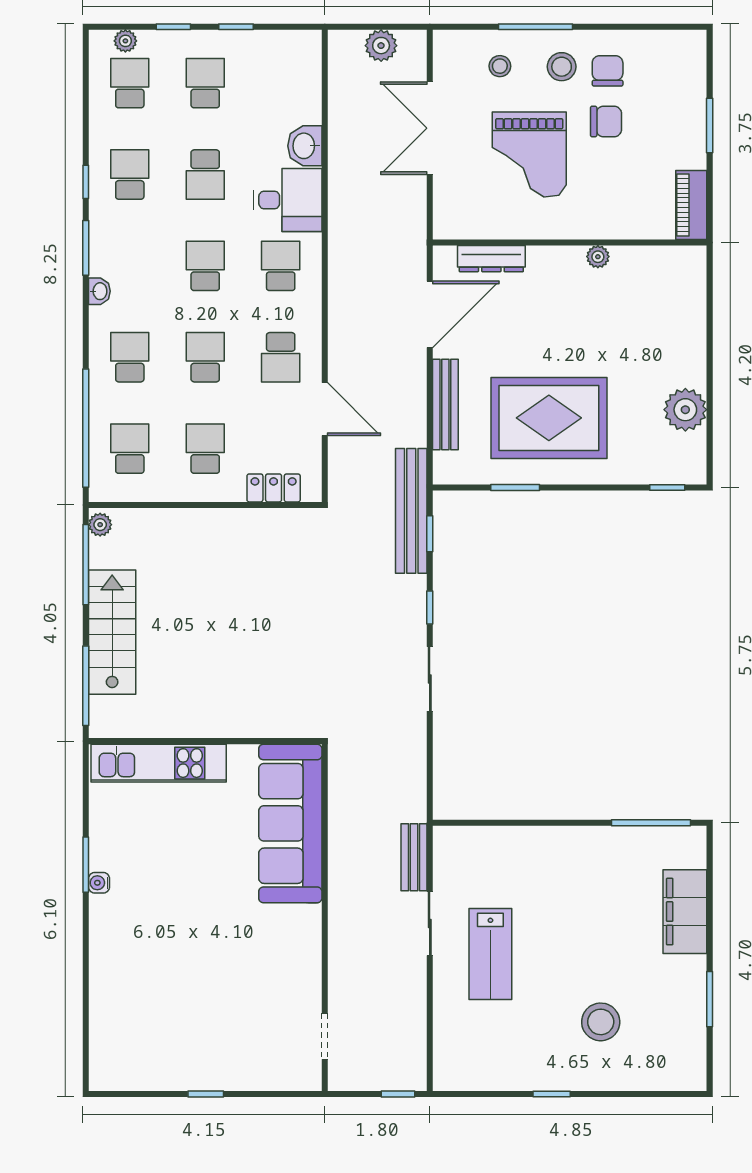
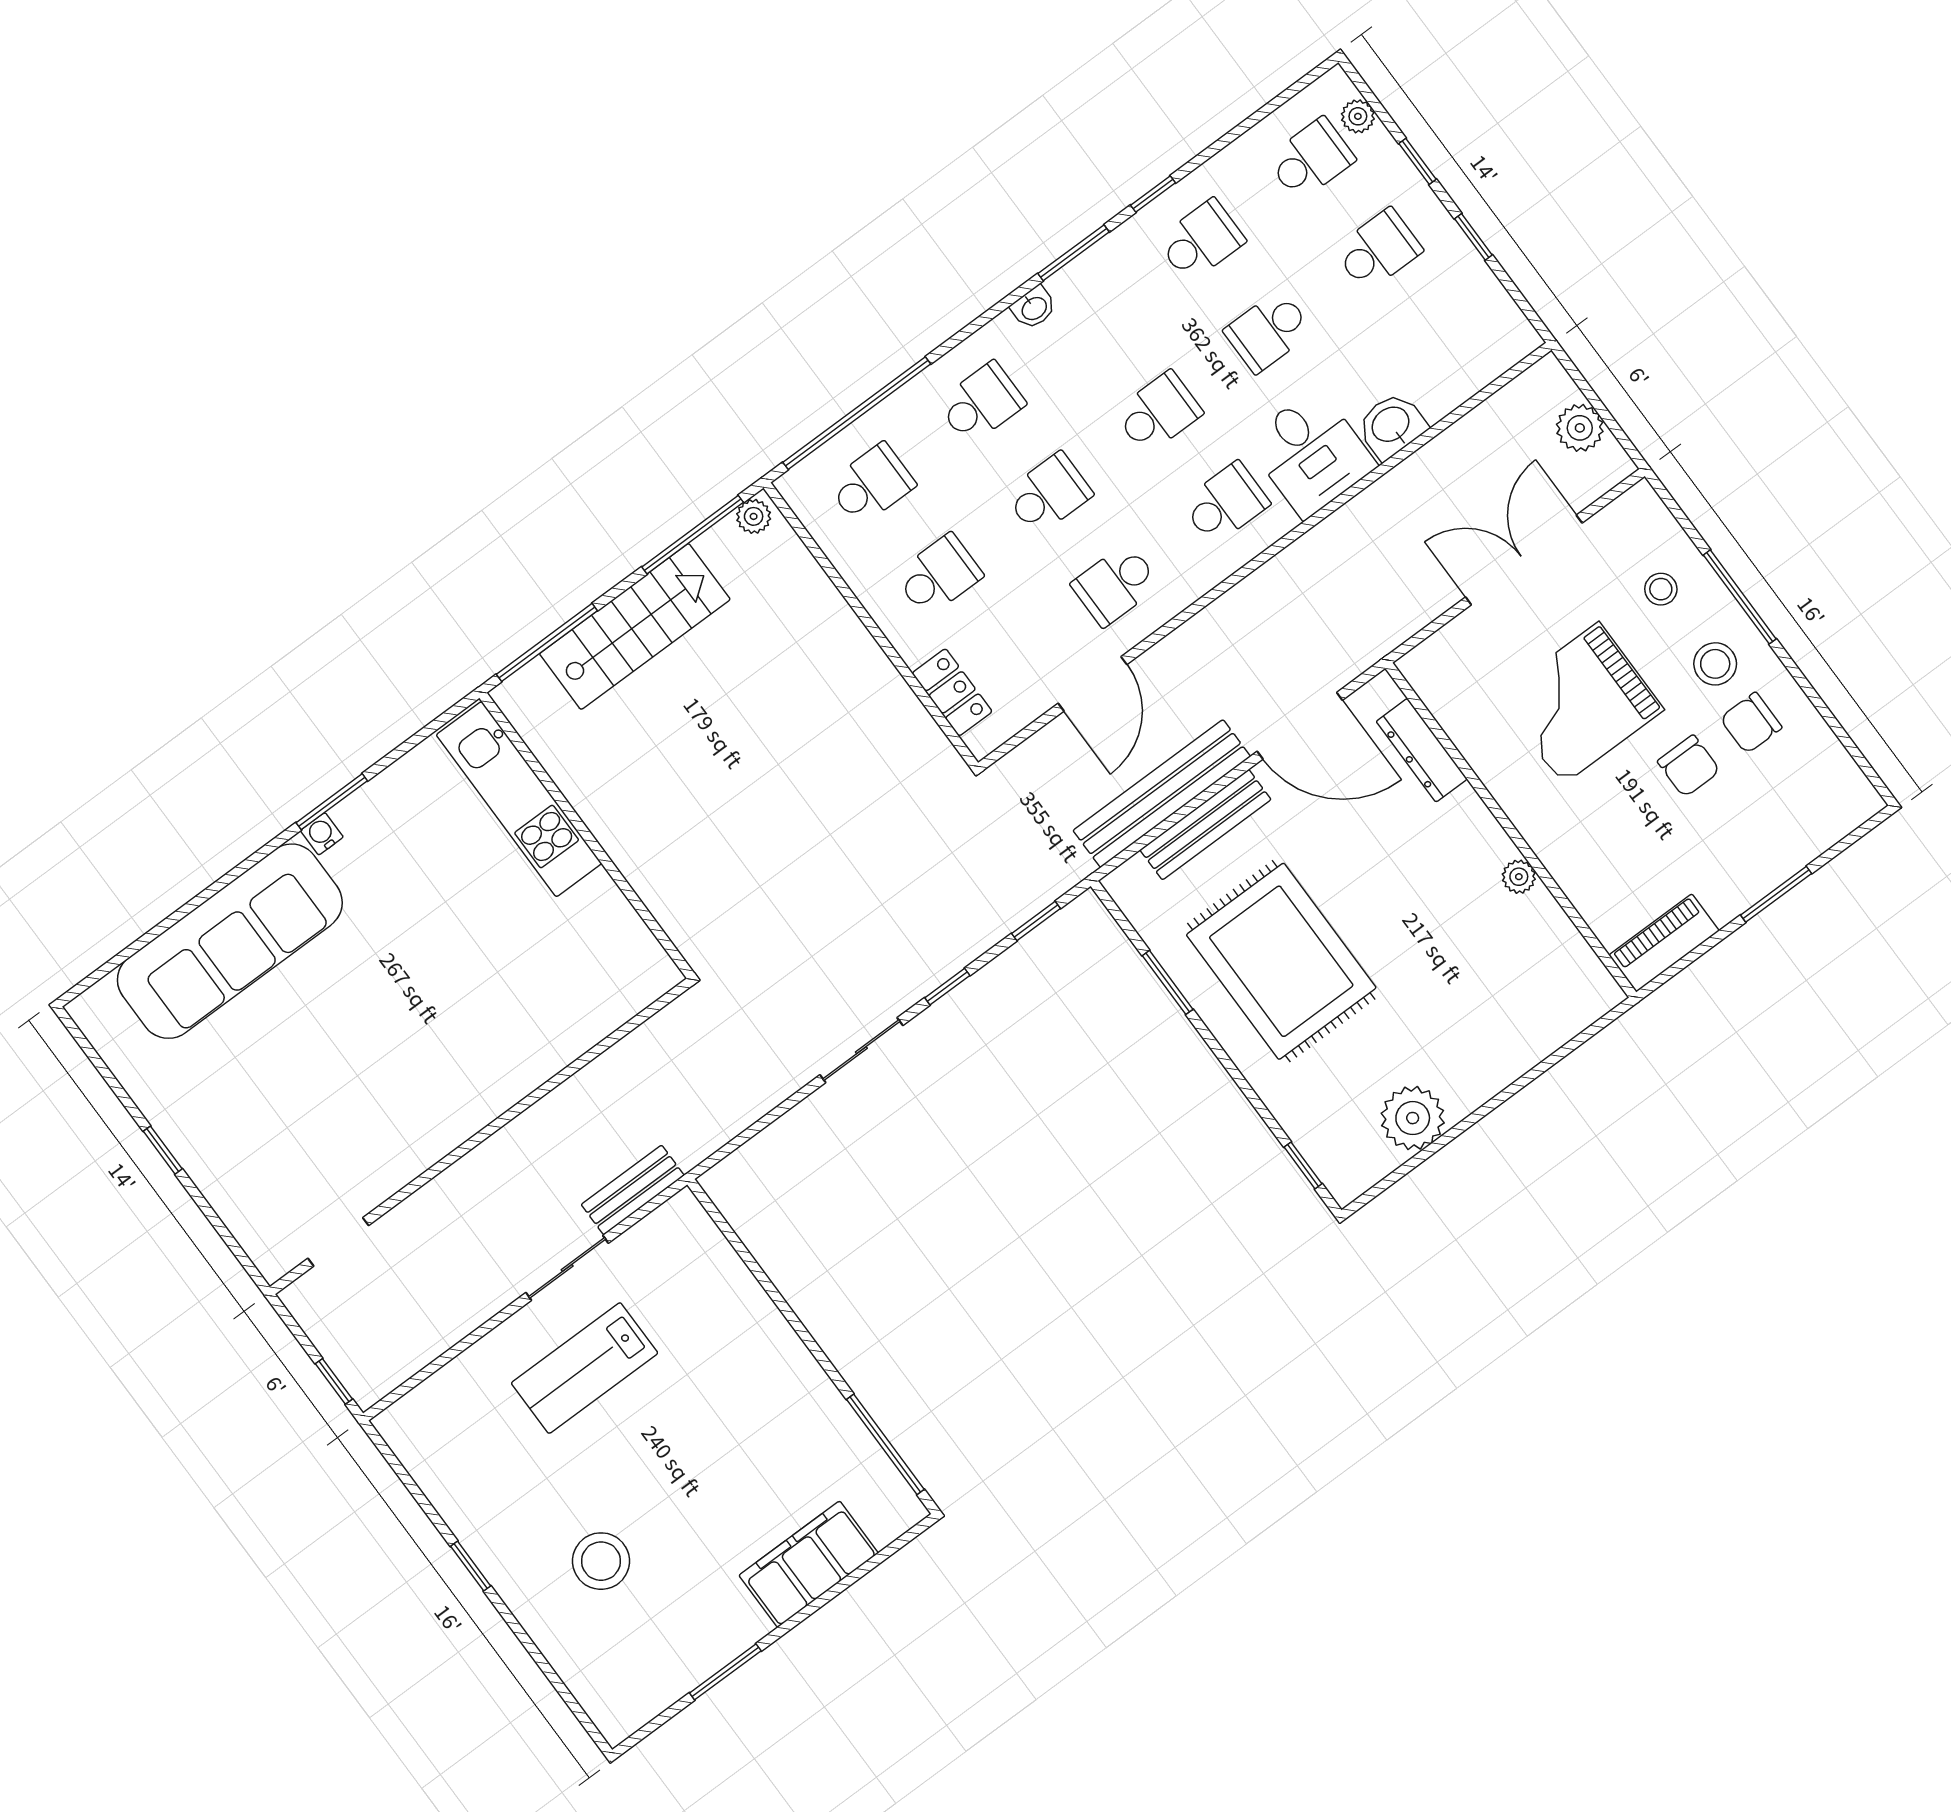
chair: (608, 71) -> (1751, 723), turned 180
bench: (411, 511) -> (1162, 793), moved
sofa: (290, 823) -> (230, 941), moved, turned 180

